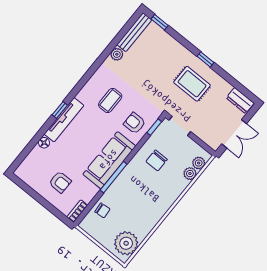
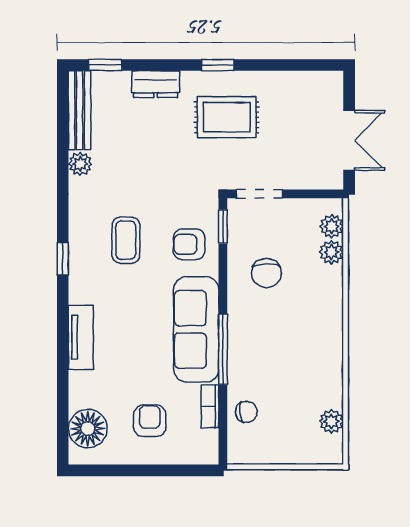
dresser: (240, 101) -> (156, 84), moved
window: (60, 110) -> (63, 259), moved
tv unit: (64, 120) -> (81, 337), width x0.71
floor lamp: (44, 143) -> (88, 429), moved, width x1.89, depth x1.89
armchair: (60, 182) -> (150, 421), turned -90
bookcase: (77, 211) -> (210, 406), moved
plant: (126, 243) -> (331, 421), width x0.53, depth x0.53

